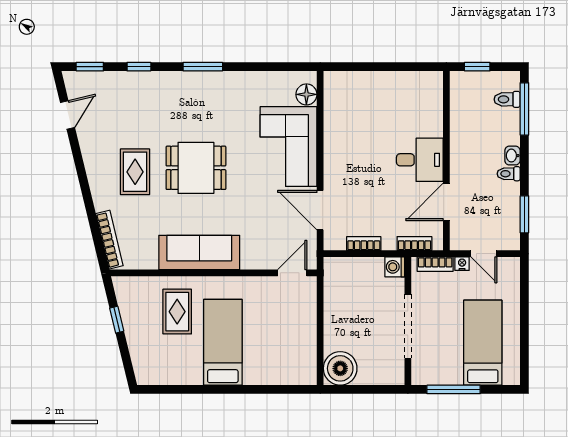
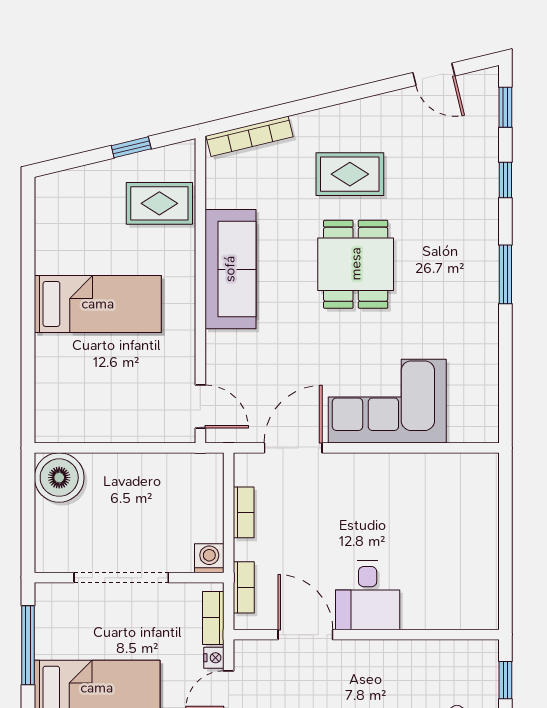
floor lamp: (306, 94) -> (464, 428), removed
rug: (177, 312) -> (159, 203), moved

